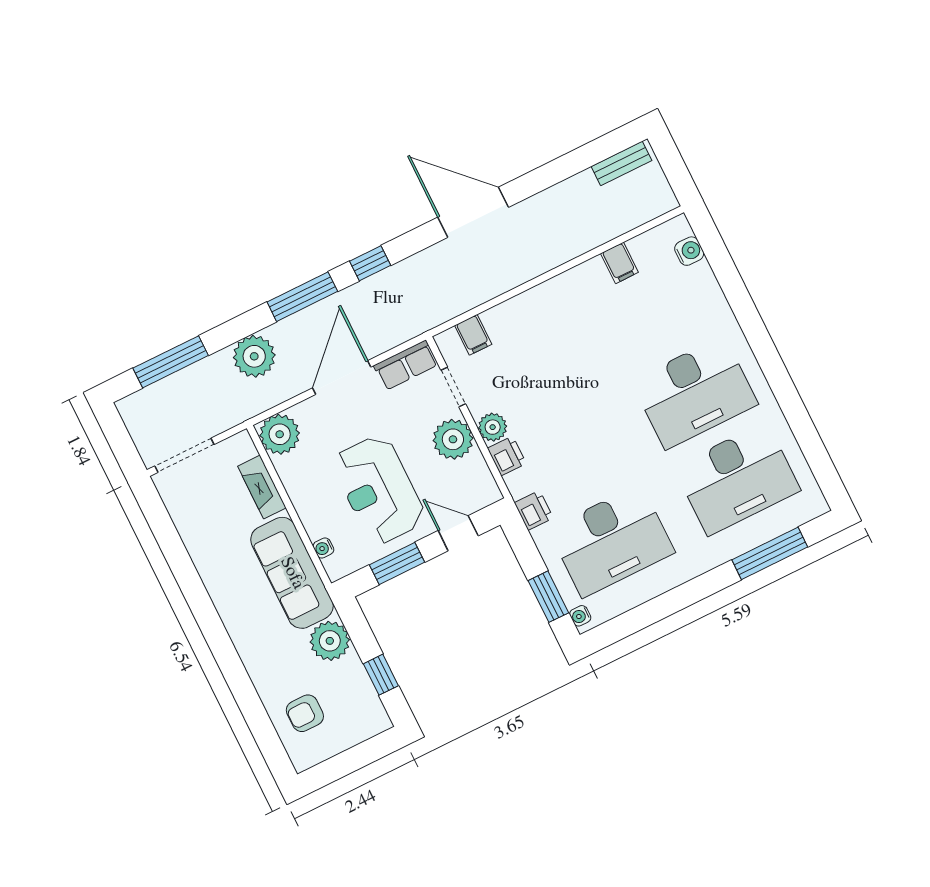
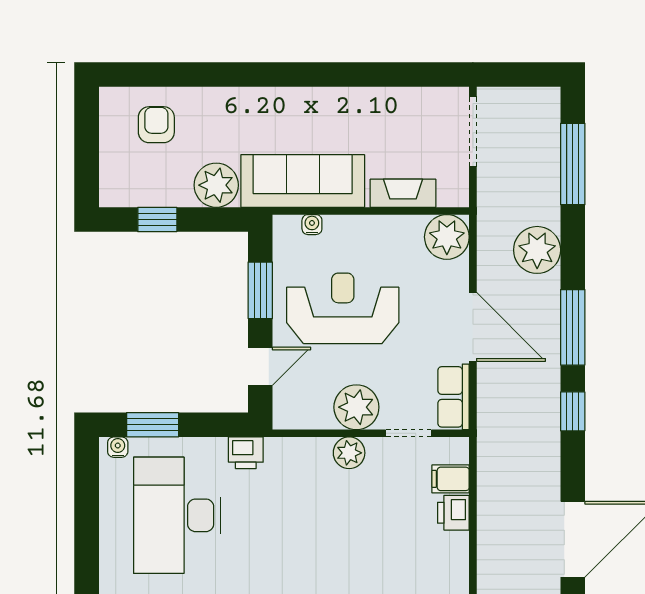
printer: (507, 456) -> (453, 513), moved, turned 90

